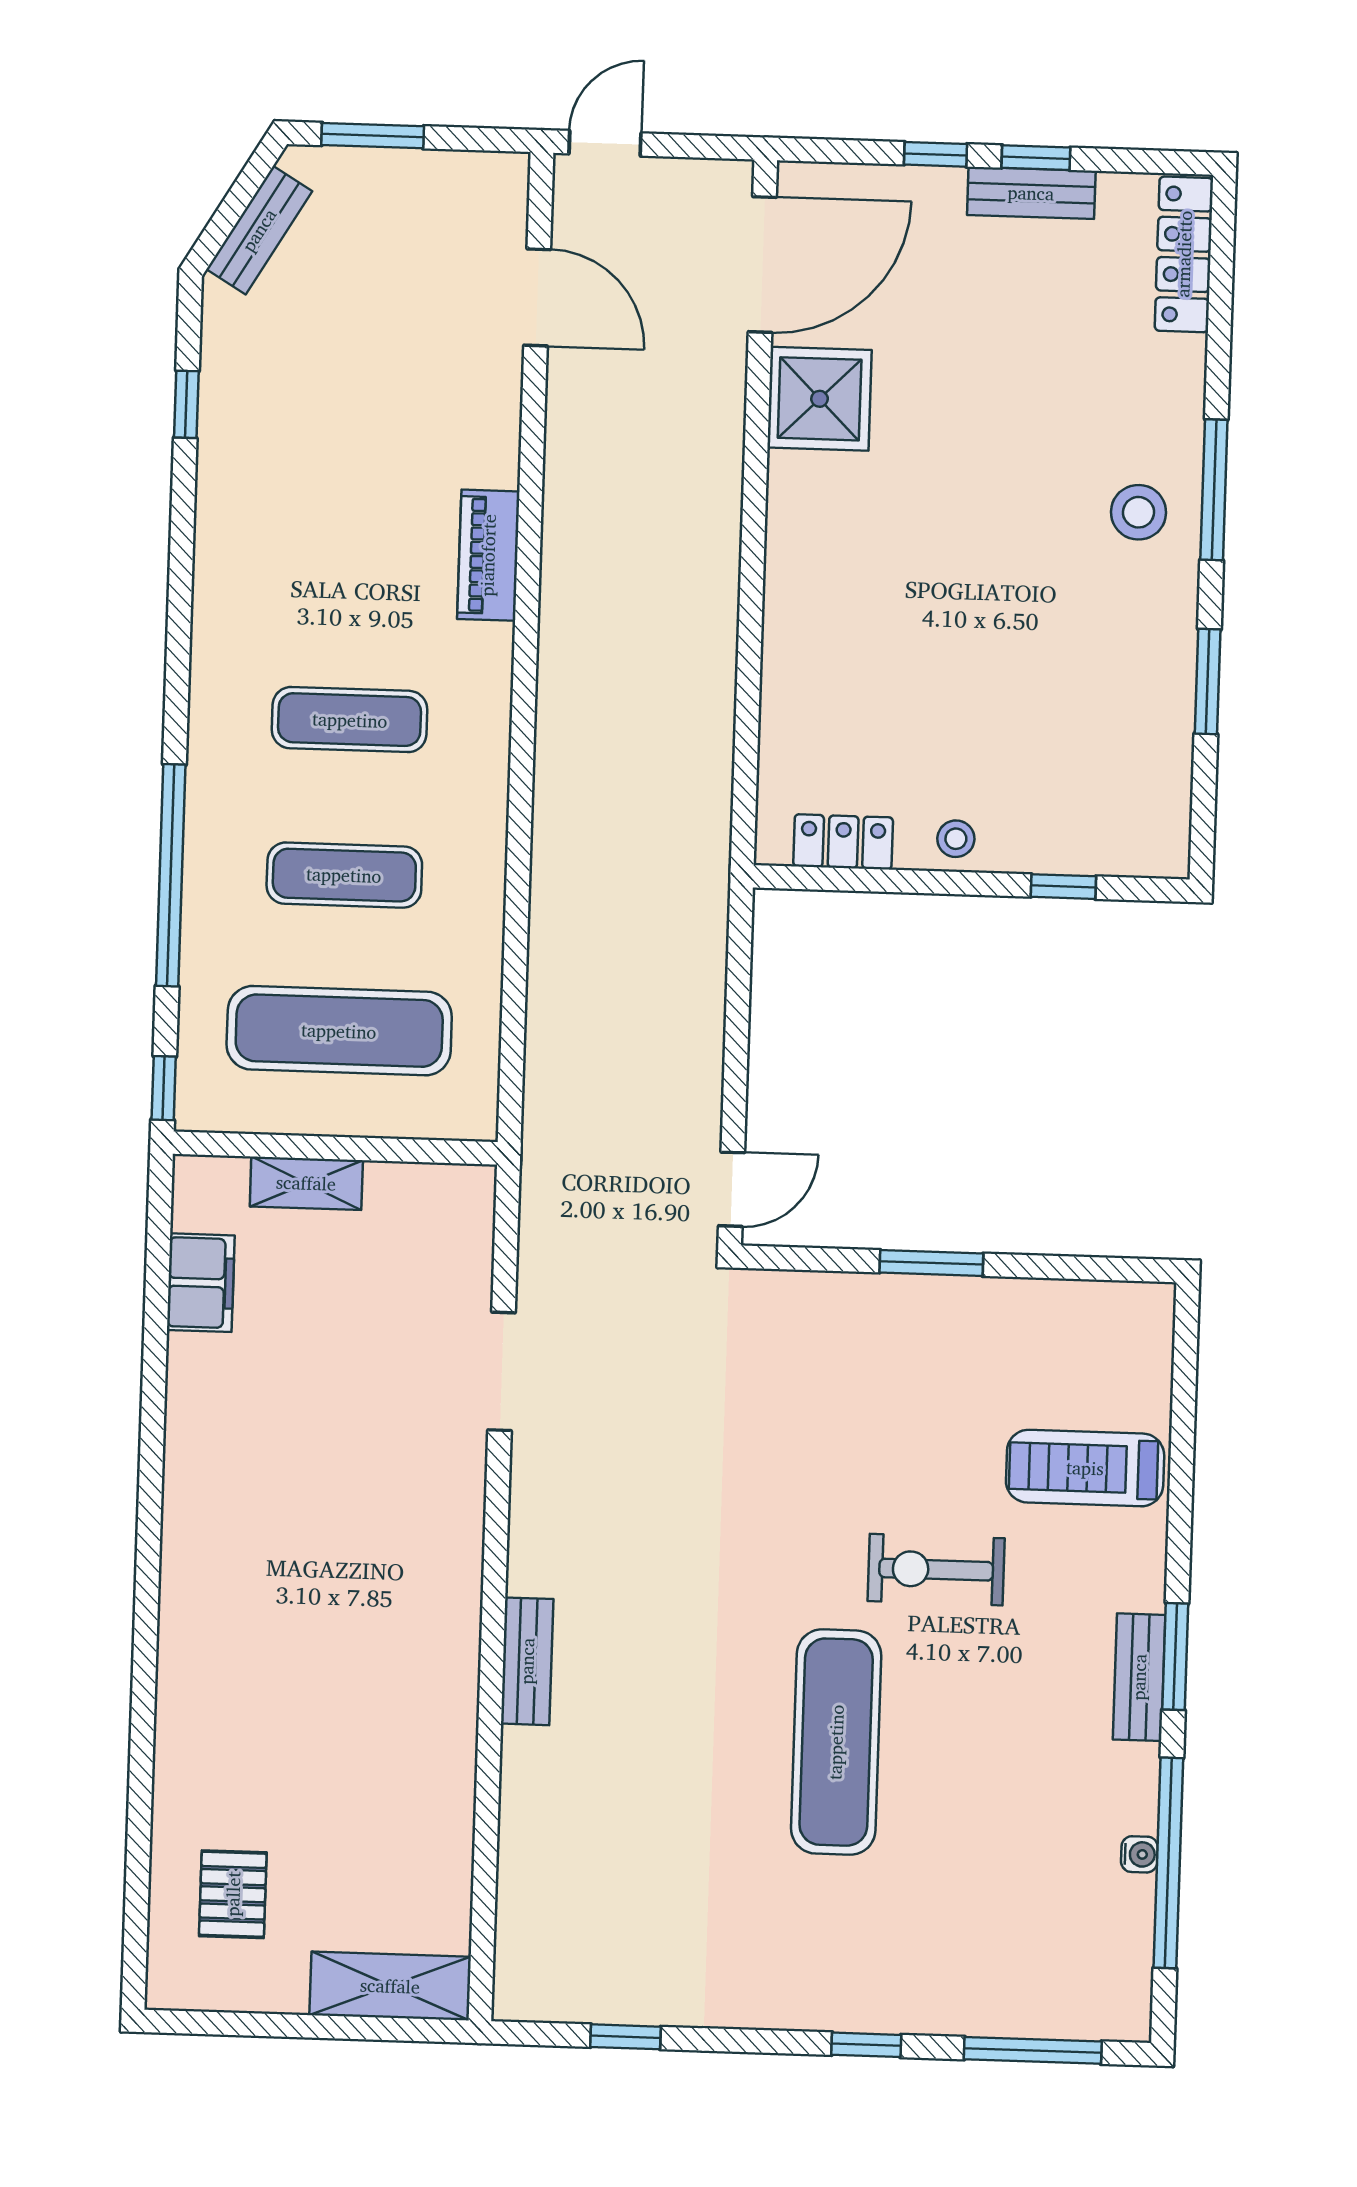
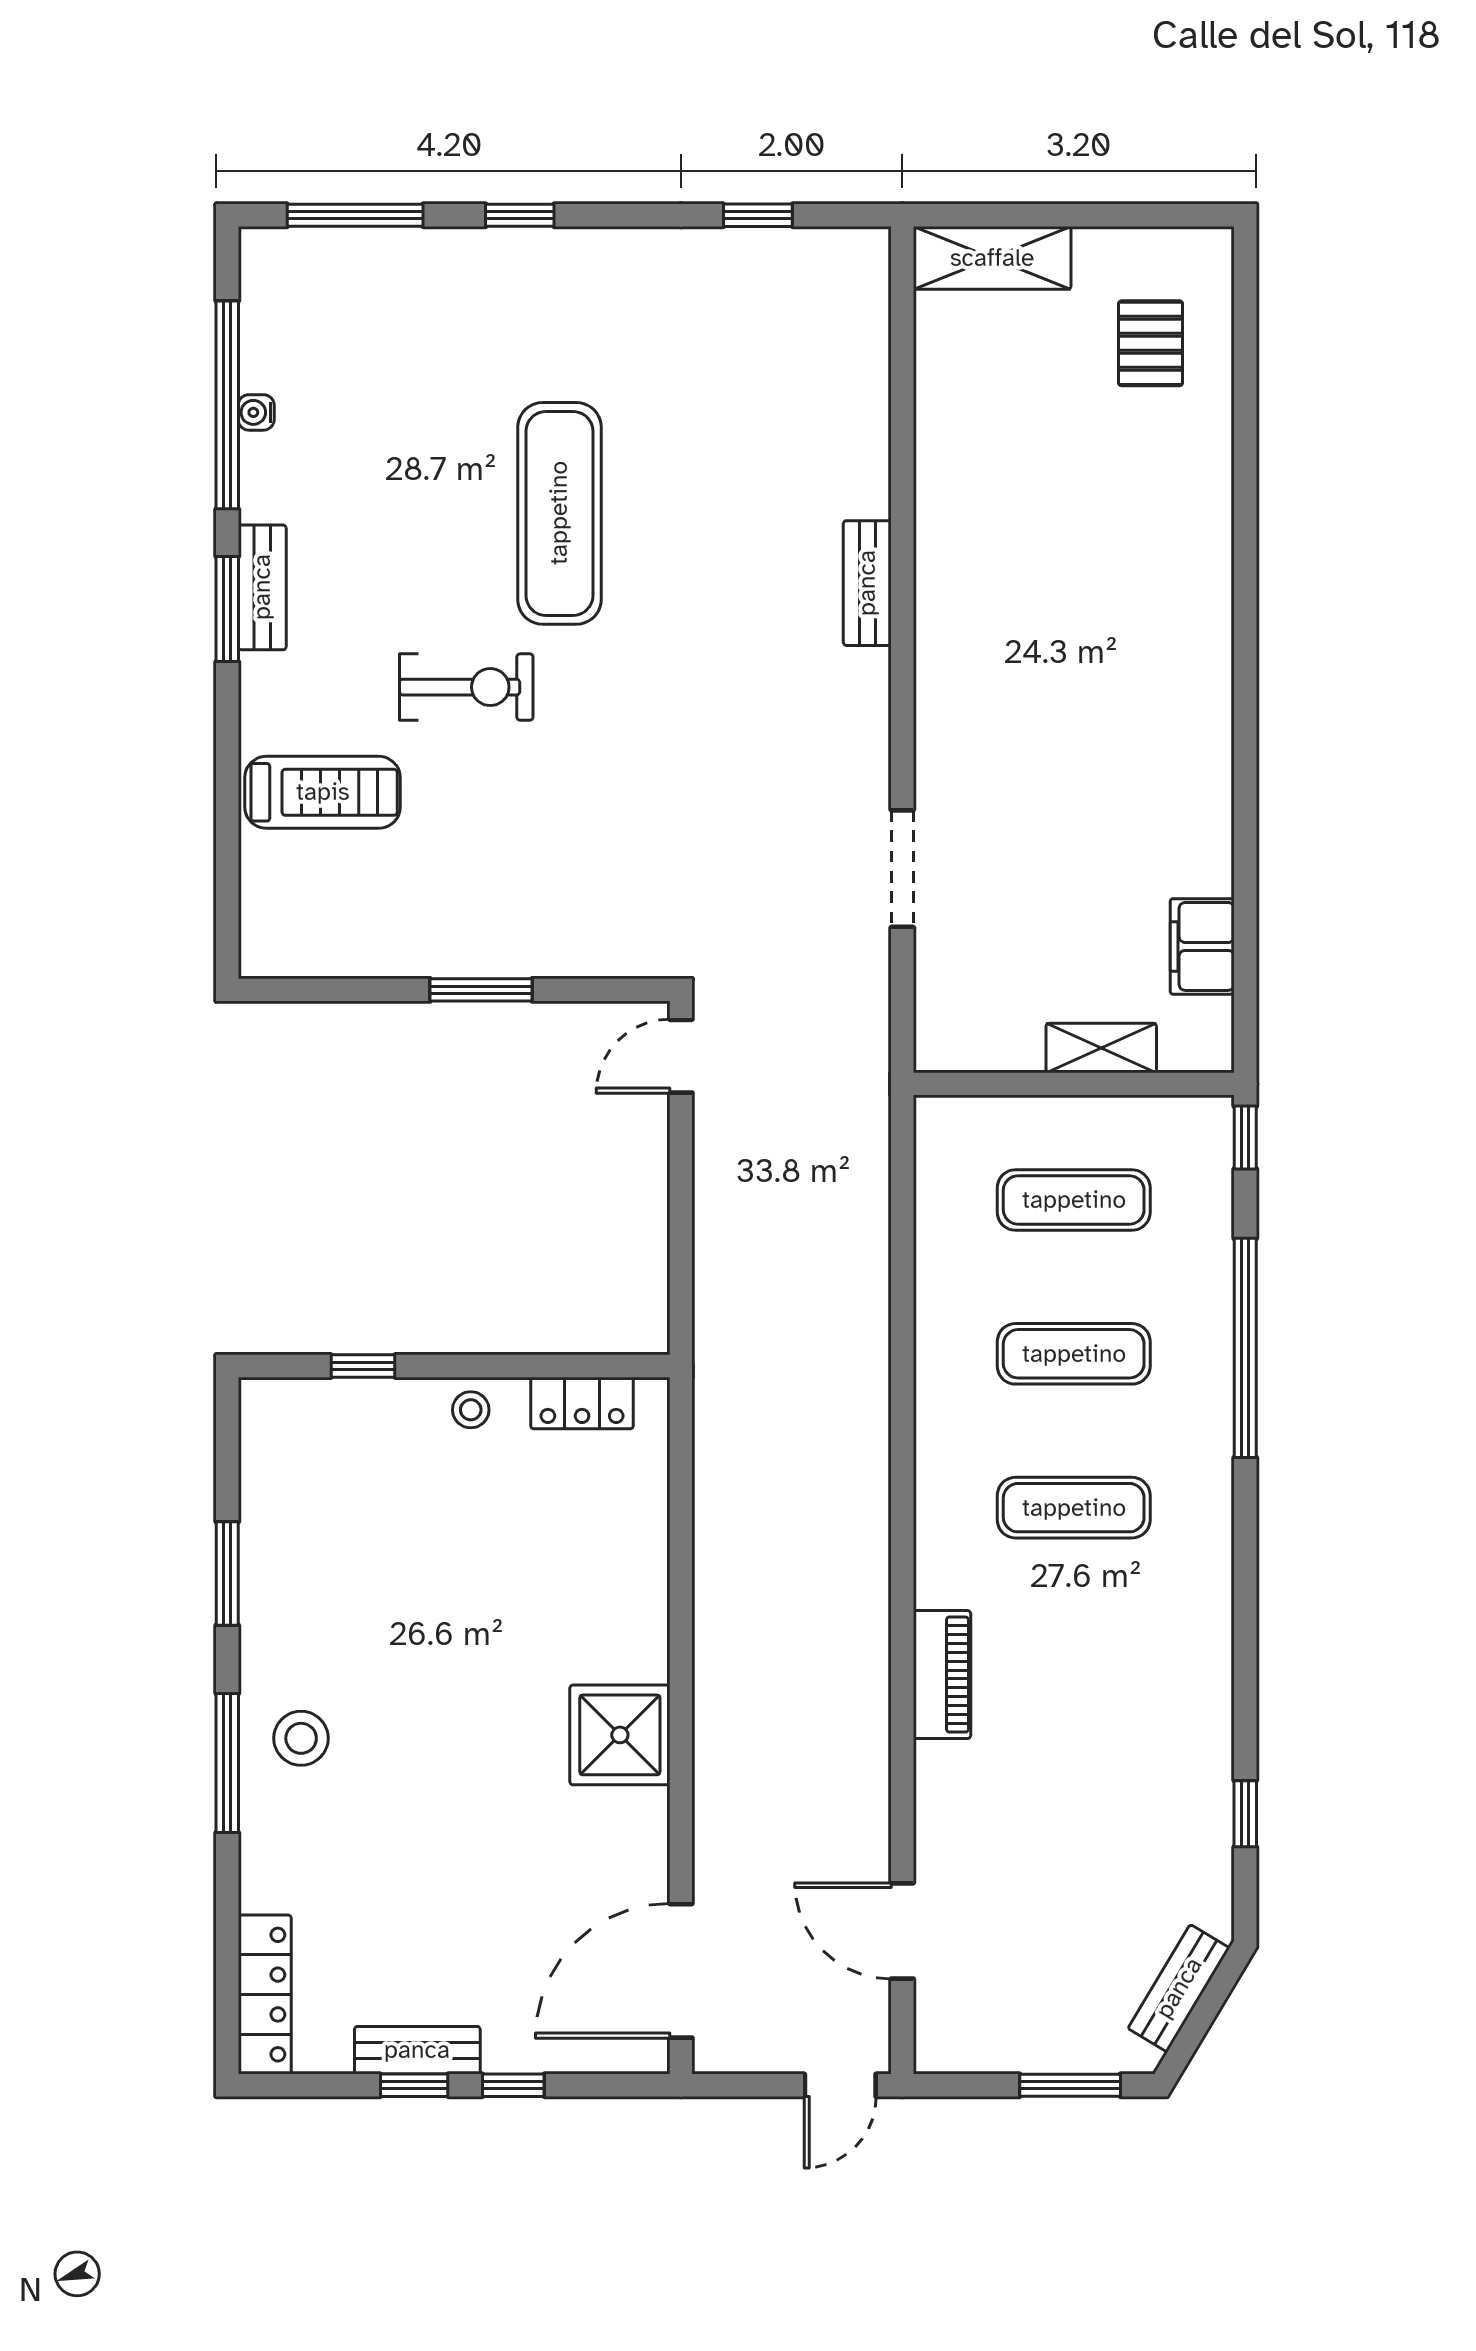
shower: (820, 399) -> (620, 1735), moved
exercise mat: (339, 1031) -> (1074, 1200), width x0.73, depth x0.69

